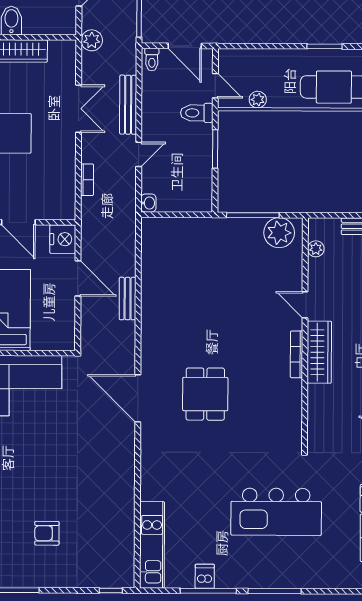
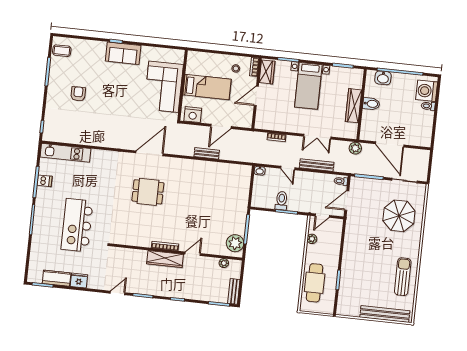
toilet: (197, 113) -> (281, 201), moved
nightstand: (63, 239) -> (193, 115), moved

